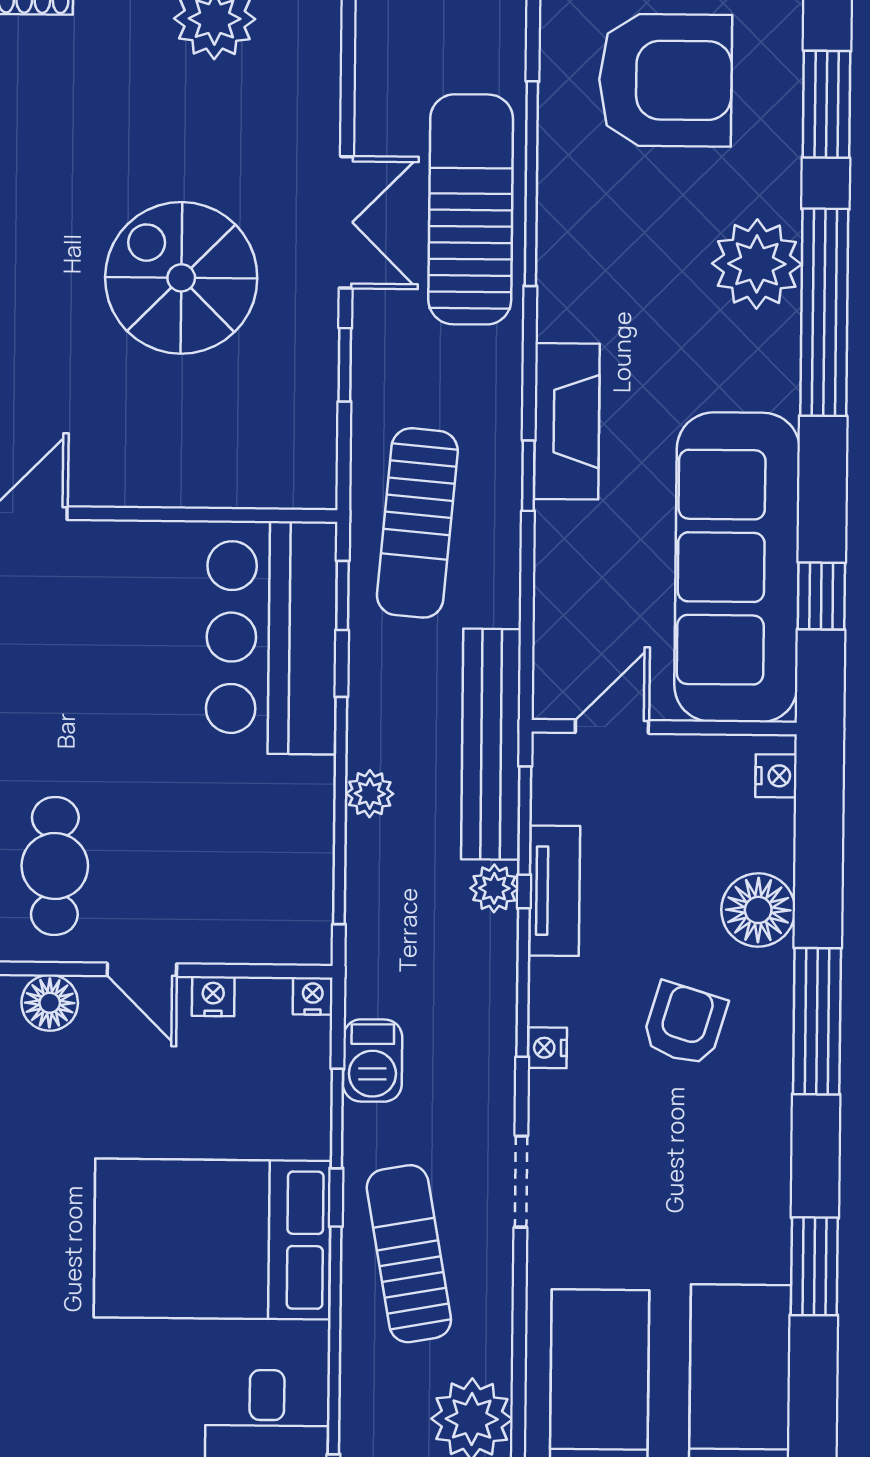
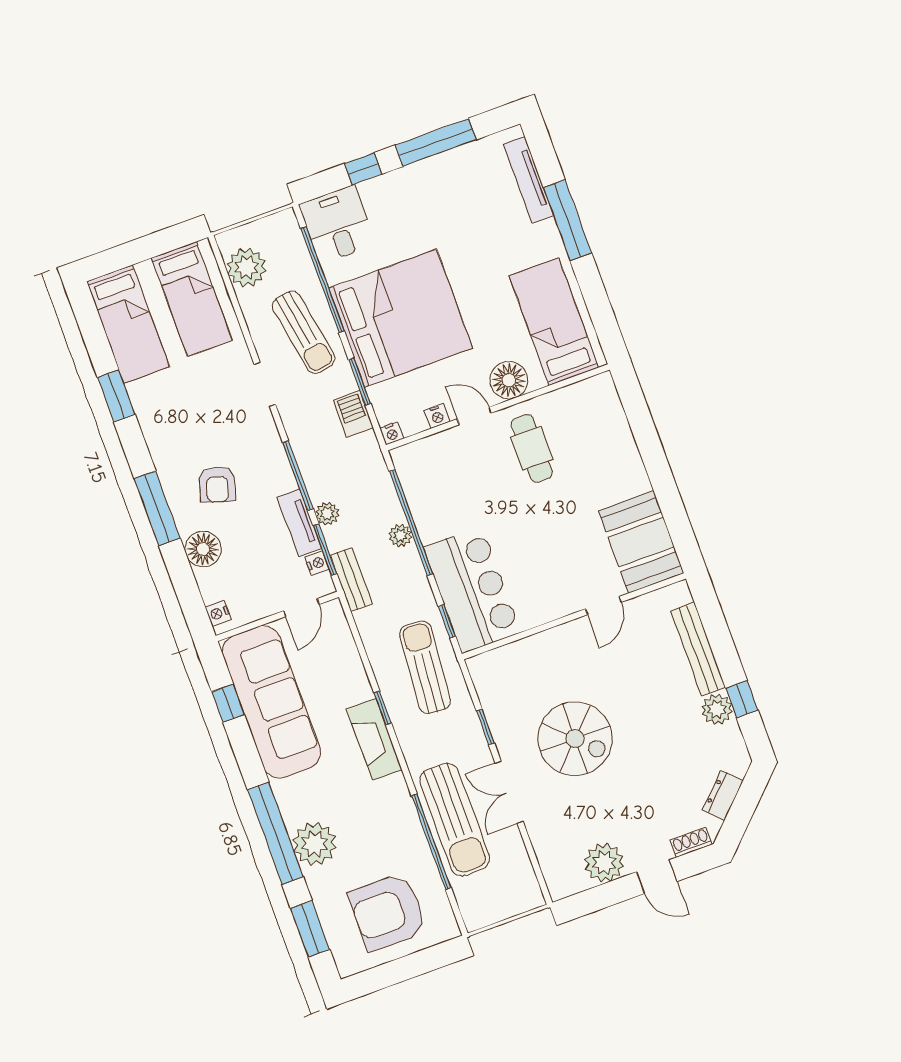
bench: (491, 744) -> (351, 580), width x0.54, depth x0.82
floor lamp: (50, 1003) -> (509, 380), width x1.38, depth x1.38
nightstand: (547, 1048) -> (317, 563), moved
bed: (212, 1239) -> (401, 318), width x1.36

